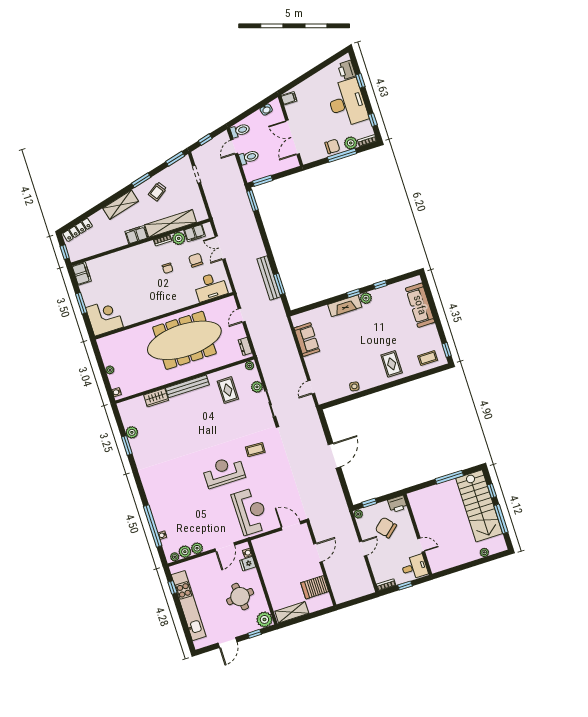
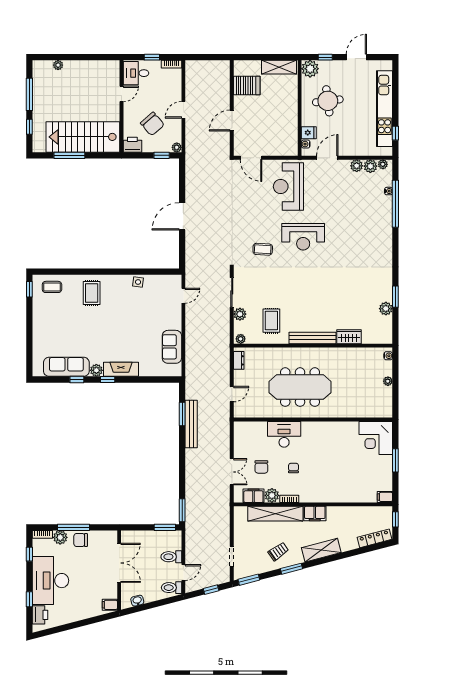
filing cabinet: (82, 273) -> (385, 497), width x0.50
desk: (210, 287) -> (284, 434), moved
sofa: (420, 305) -> (66, 367), moved, turned -90
meeting table: (184, 340) -> (300, 387), width x0.73, depth x0.79
stairs: (479, 506) -> (83, 137), moved, turned -90
door: (421, 545) -> (122, 94), swing flipped

